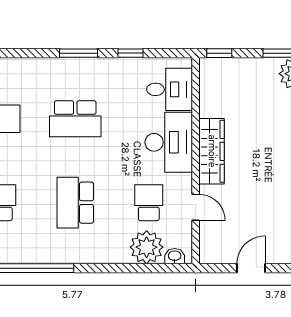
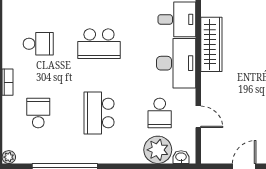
wardrobe: (212, 151) -> (211, 44), moved
school desk: (149, 203) -> (160, 113), turned 180

